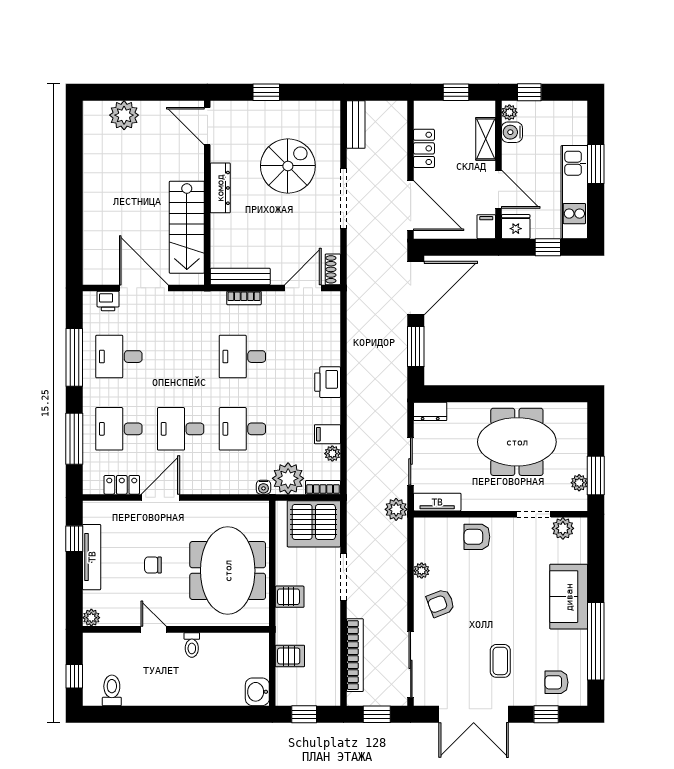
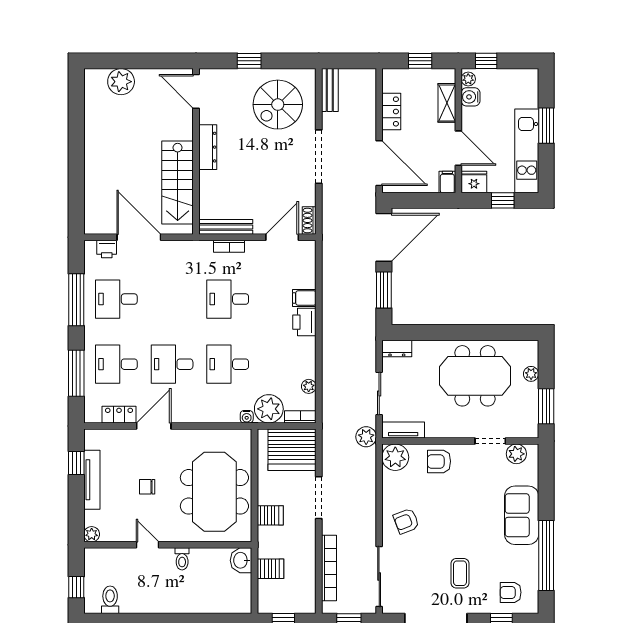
spiral stairs: (288, 166) -> (278, 105), moved, turned 180
filing cabinet: (327, 434) -> (304, 298), moved
plant: (579, 483) -> (531, 374), moved
plant: (422, 571) -> (395, 457), moved, width x1.88, depth x1.88
washbasin: (257, 692) -> (241, 560), moved

